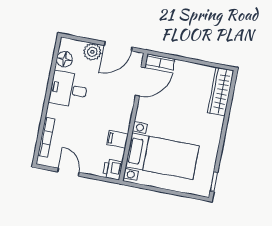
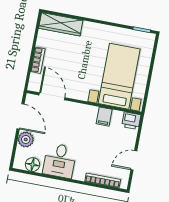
bookcase: (160, 62) -> (38, 60), moved

